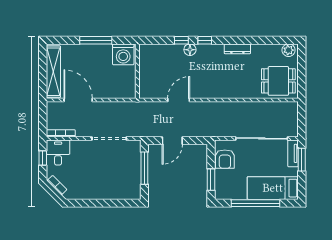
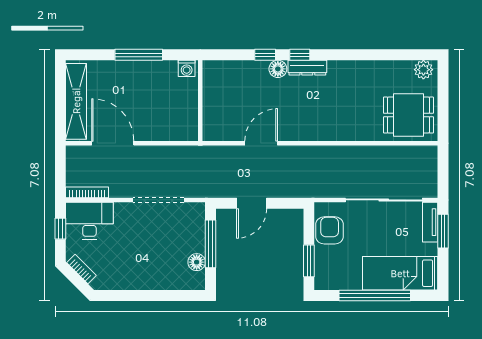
dresser: (237, 49) -> (307, 68), moved
washing machine: (123, 54) -> (187, 68), width x0.53, depth x0.53
desk: (58, 153) -> (89, 221), width x1.37
armchair: (225, 159) -> (330, 230), turned 180
floor lamp: (135, 181) -> (197, 262), added

